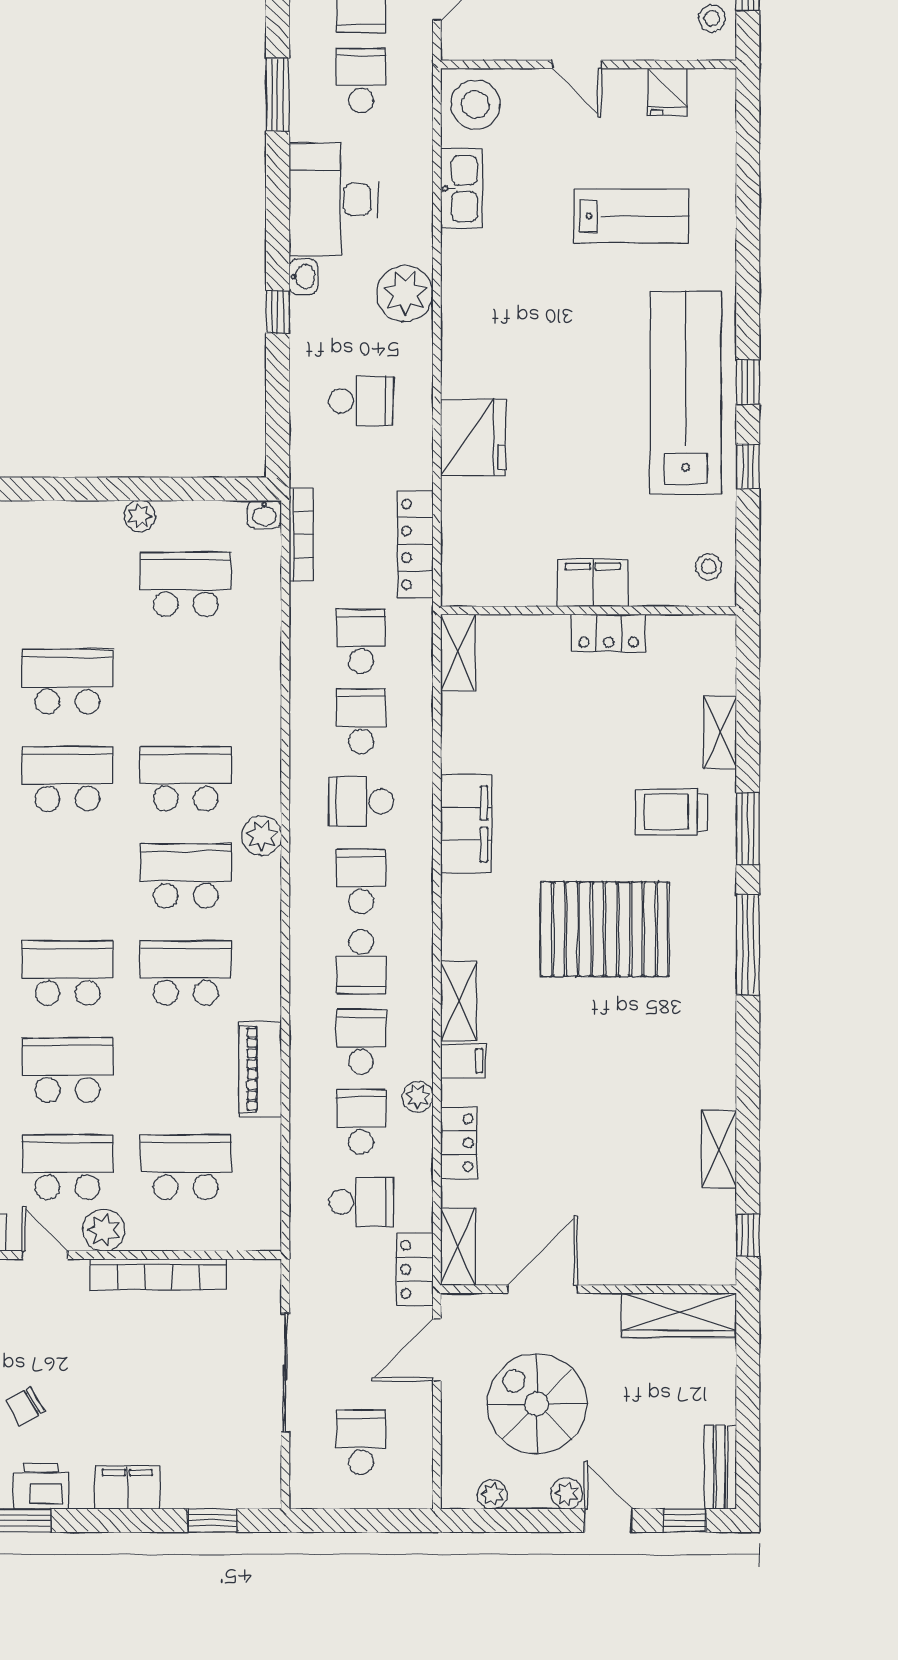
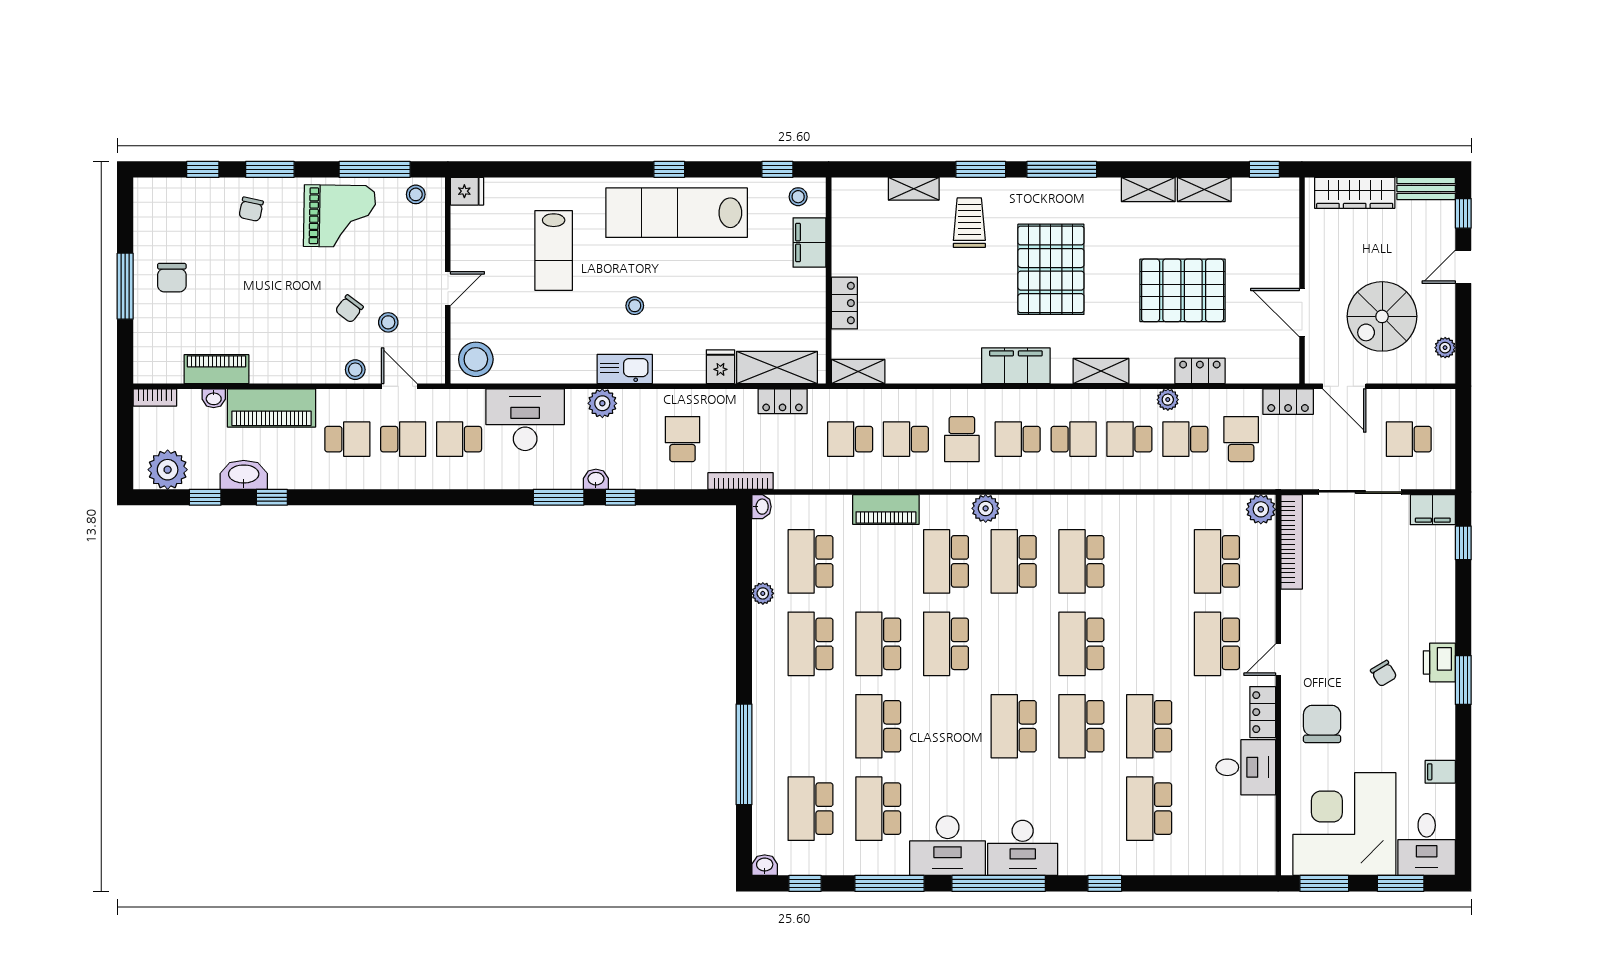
fridge: (667, 92) -> (467, 191), moved
window: (278, 95) -> (559, 497), moved
kitchen sink: (462, 189) -> (625, 369), moved
desk: (333, 199) -> (525, 420), moved, turned 180
lab bench: (631, 216) -> (554, 251), turned 180
plant: (405, 293) -> (602, 403), width x0.73, depth x0.73
stool: (552, 332) -> (635, 306), added
fridge: (473, 437) -> (720, 367), width x0.53, depth x0.75
window: (748, 467) -> (777, 169), moved
bookcase: (301, 534) -> (741, 481), moved
shelving: (464, 536) -> (777, 367), added
locker: (415, 544) -> (783, 401), width x0.66
filing cabinet: (593, 583) -> (810, 242), moved
locker: (609, 633) -> (844, 303), moved
trolley: (671, 812) -> (969, 223), turned 180
filing cabinet: (466, 824) -> (1016, 366), moved
filing cabinet: (463, 1061) -> (1143, 368), removed
piano: (260, 1069) -> (886, 509), moved
school desk: (67, 1070) -> (810, 644), moved
pallet: (574, 1118) -> (1183, 290), added
plant: (104, 1230) -> (1261, 509), moved
shelving: (458, 1247) -> (1148, 189), moved
bookcase: (158, 1274) -> (1292, 542), moved
wardrobe: (679, 1315) -> (1355, 193), moved, turned 90
filing cabinet: (127, 1488) -> (1433, 510), moved, turned -90
plant: (567, 1494) -> (1444, 296), removed

